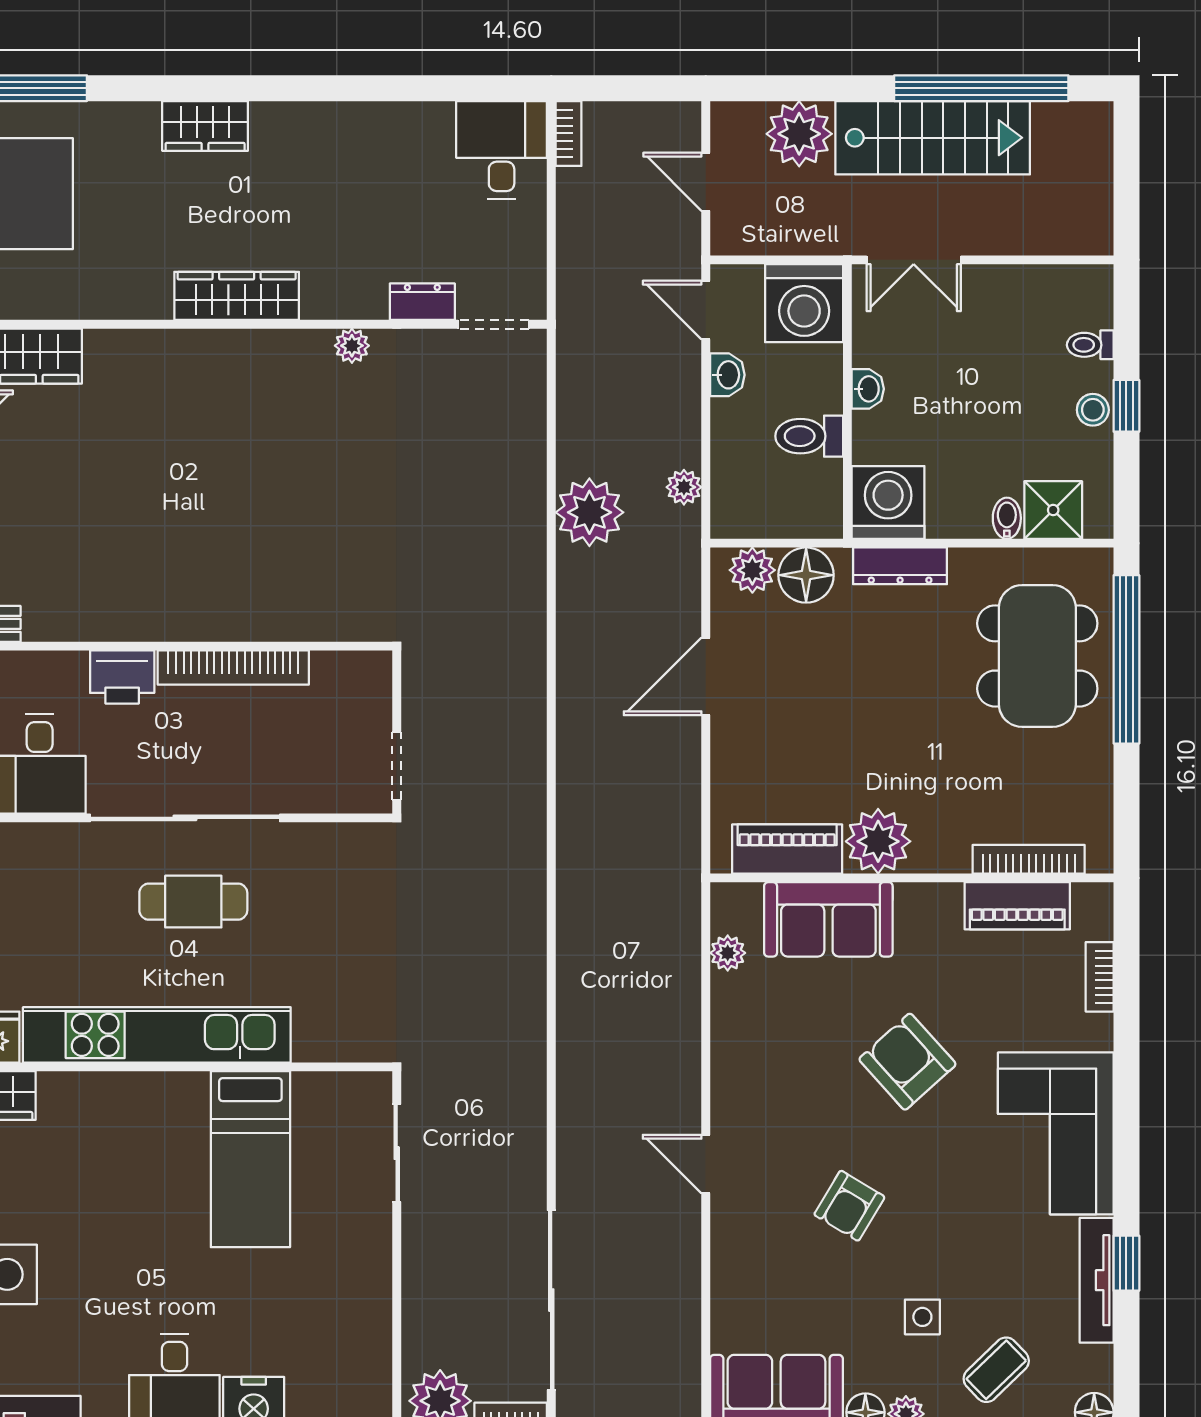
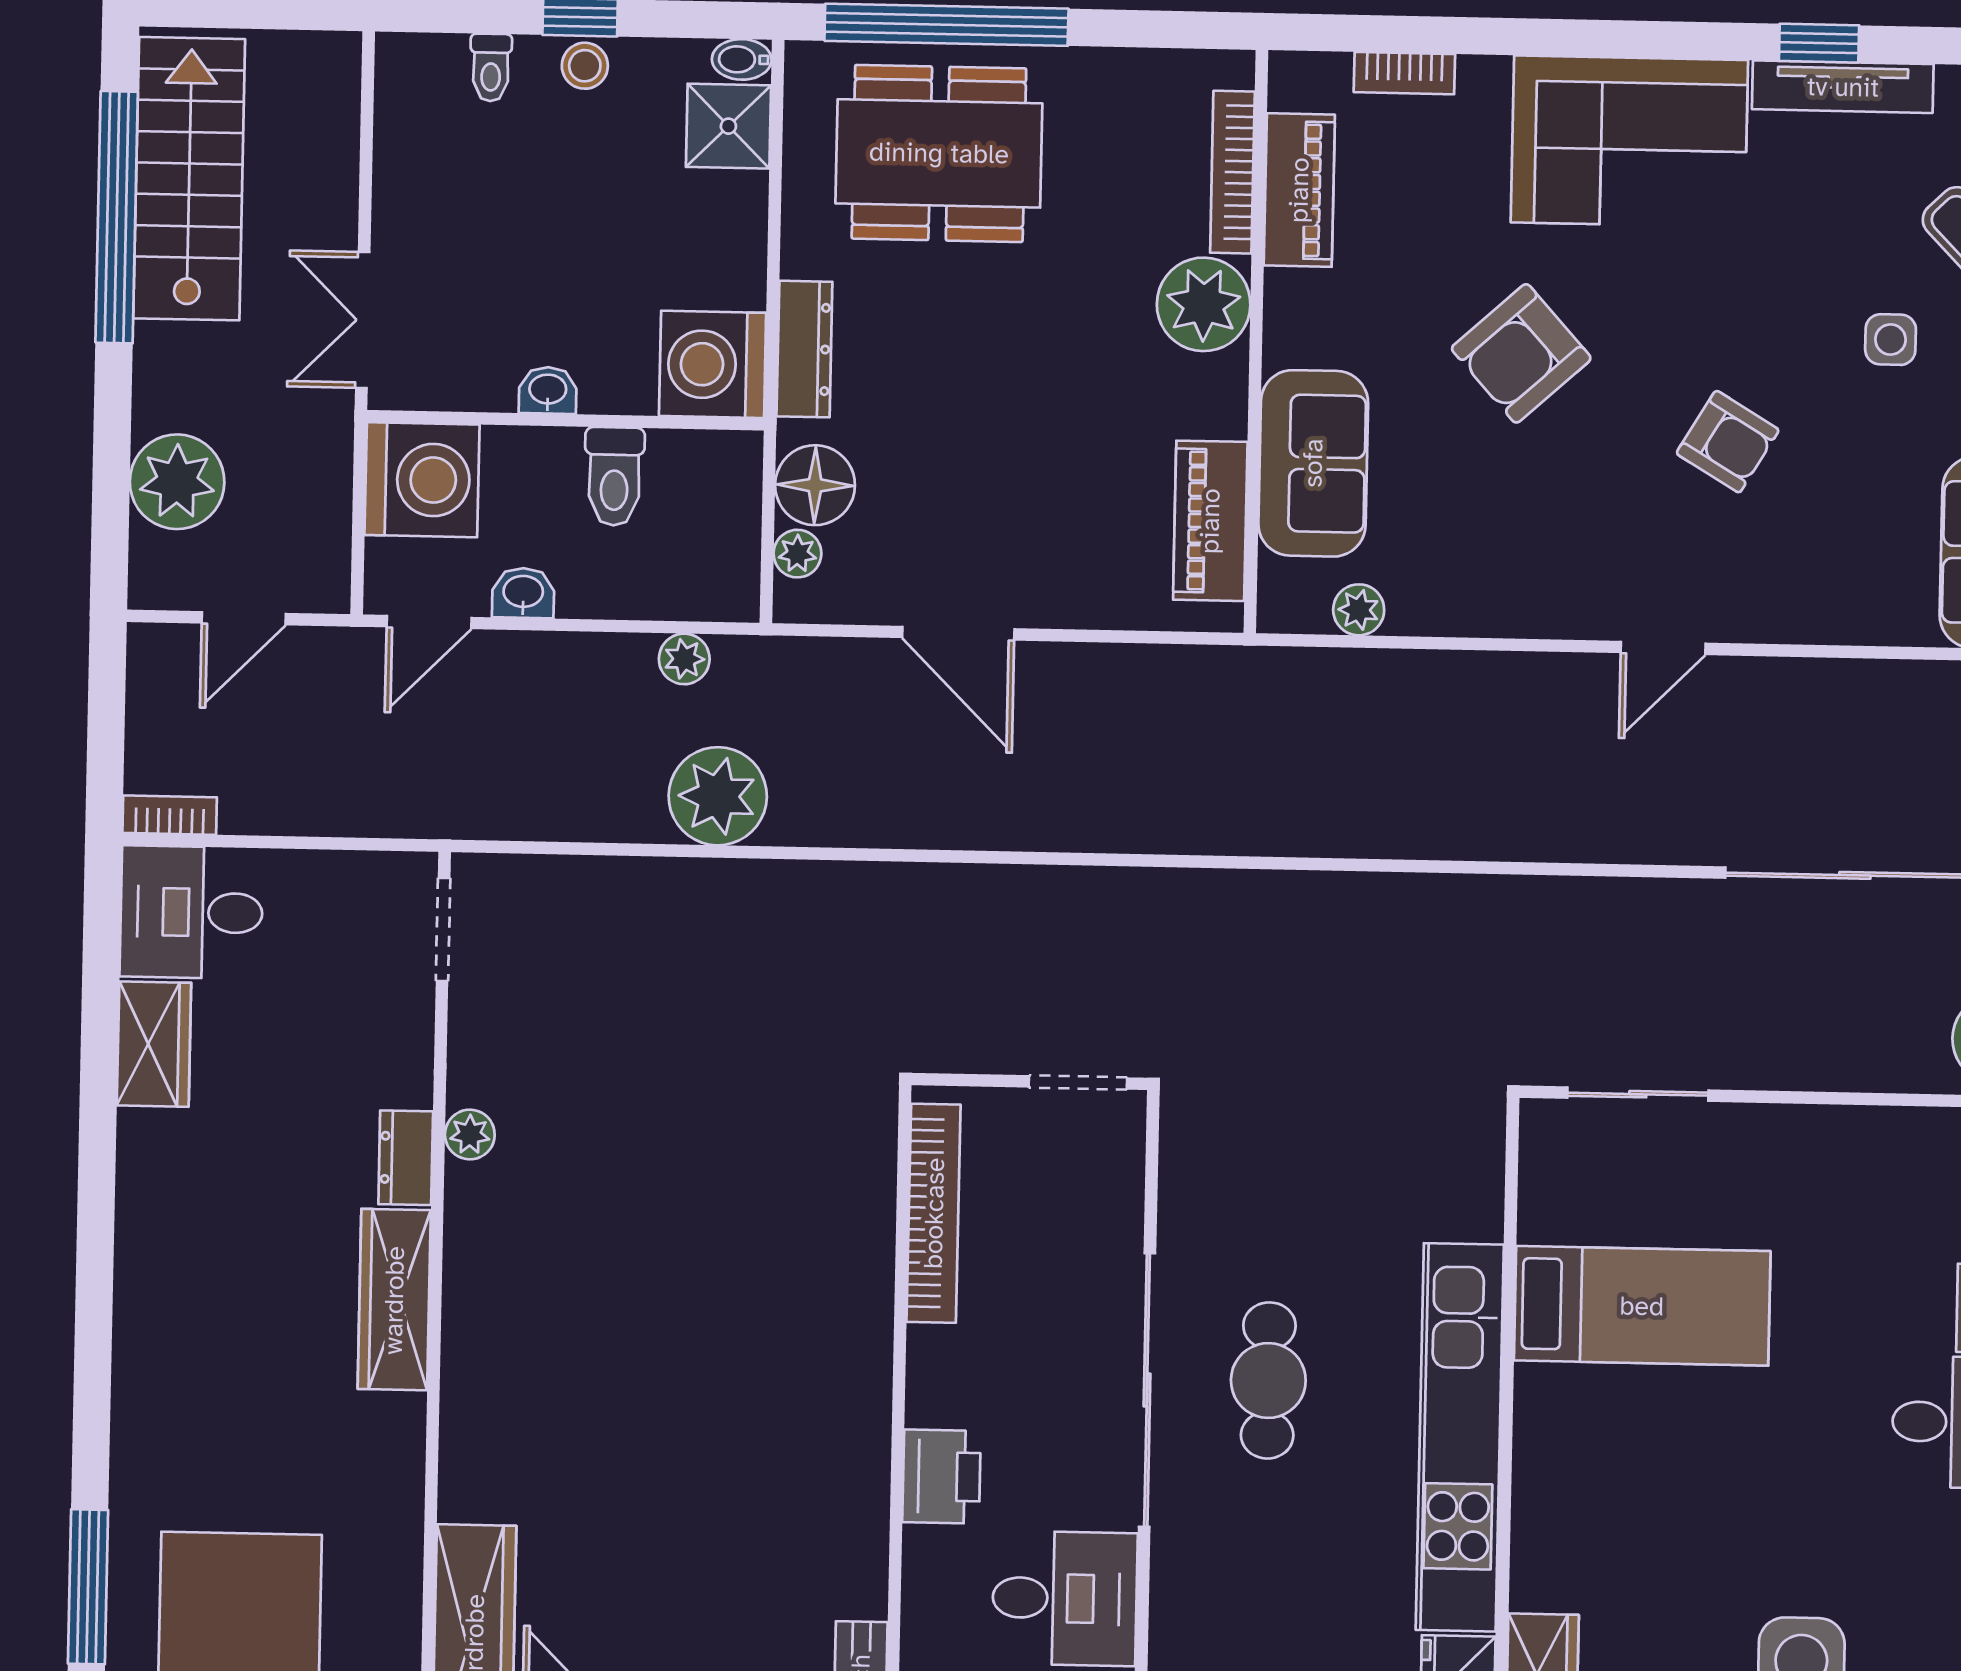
wardrobe: (205, 126) -> (154, 1044), moved
stairs: (933, 138) -> (189, 179), moved
double door: (914, 260) -> (363, 320), swing flipped
dresser: (422, 302) -> (406, 1158), moved
bidet: (1007, 518) -> (742, 59), moved
plant: (752, 570) -> (797, 554), width x0.73, depth x0.73
bookcase: (233, 668) -> (934, 1213), moved
plant: (878, 841) -> (1204, 304), moved

